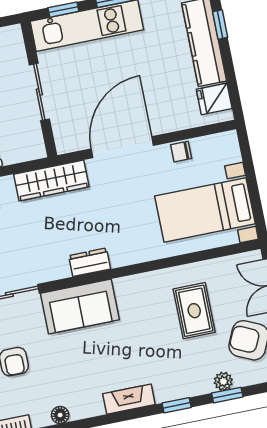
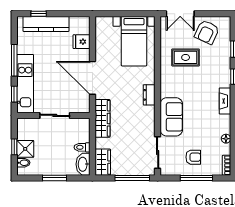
fridge: (214, 99) -> (81, 42), moved, turned 90
chair: (181, 152) -> (101, 48), removed
dresser: (90, 262) -> (149, 95), moved
plant: (223, 381) -> (226, 50), removed

